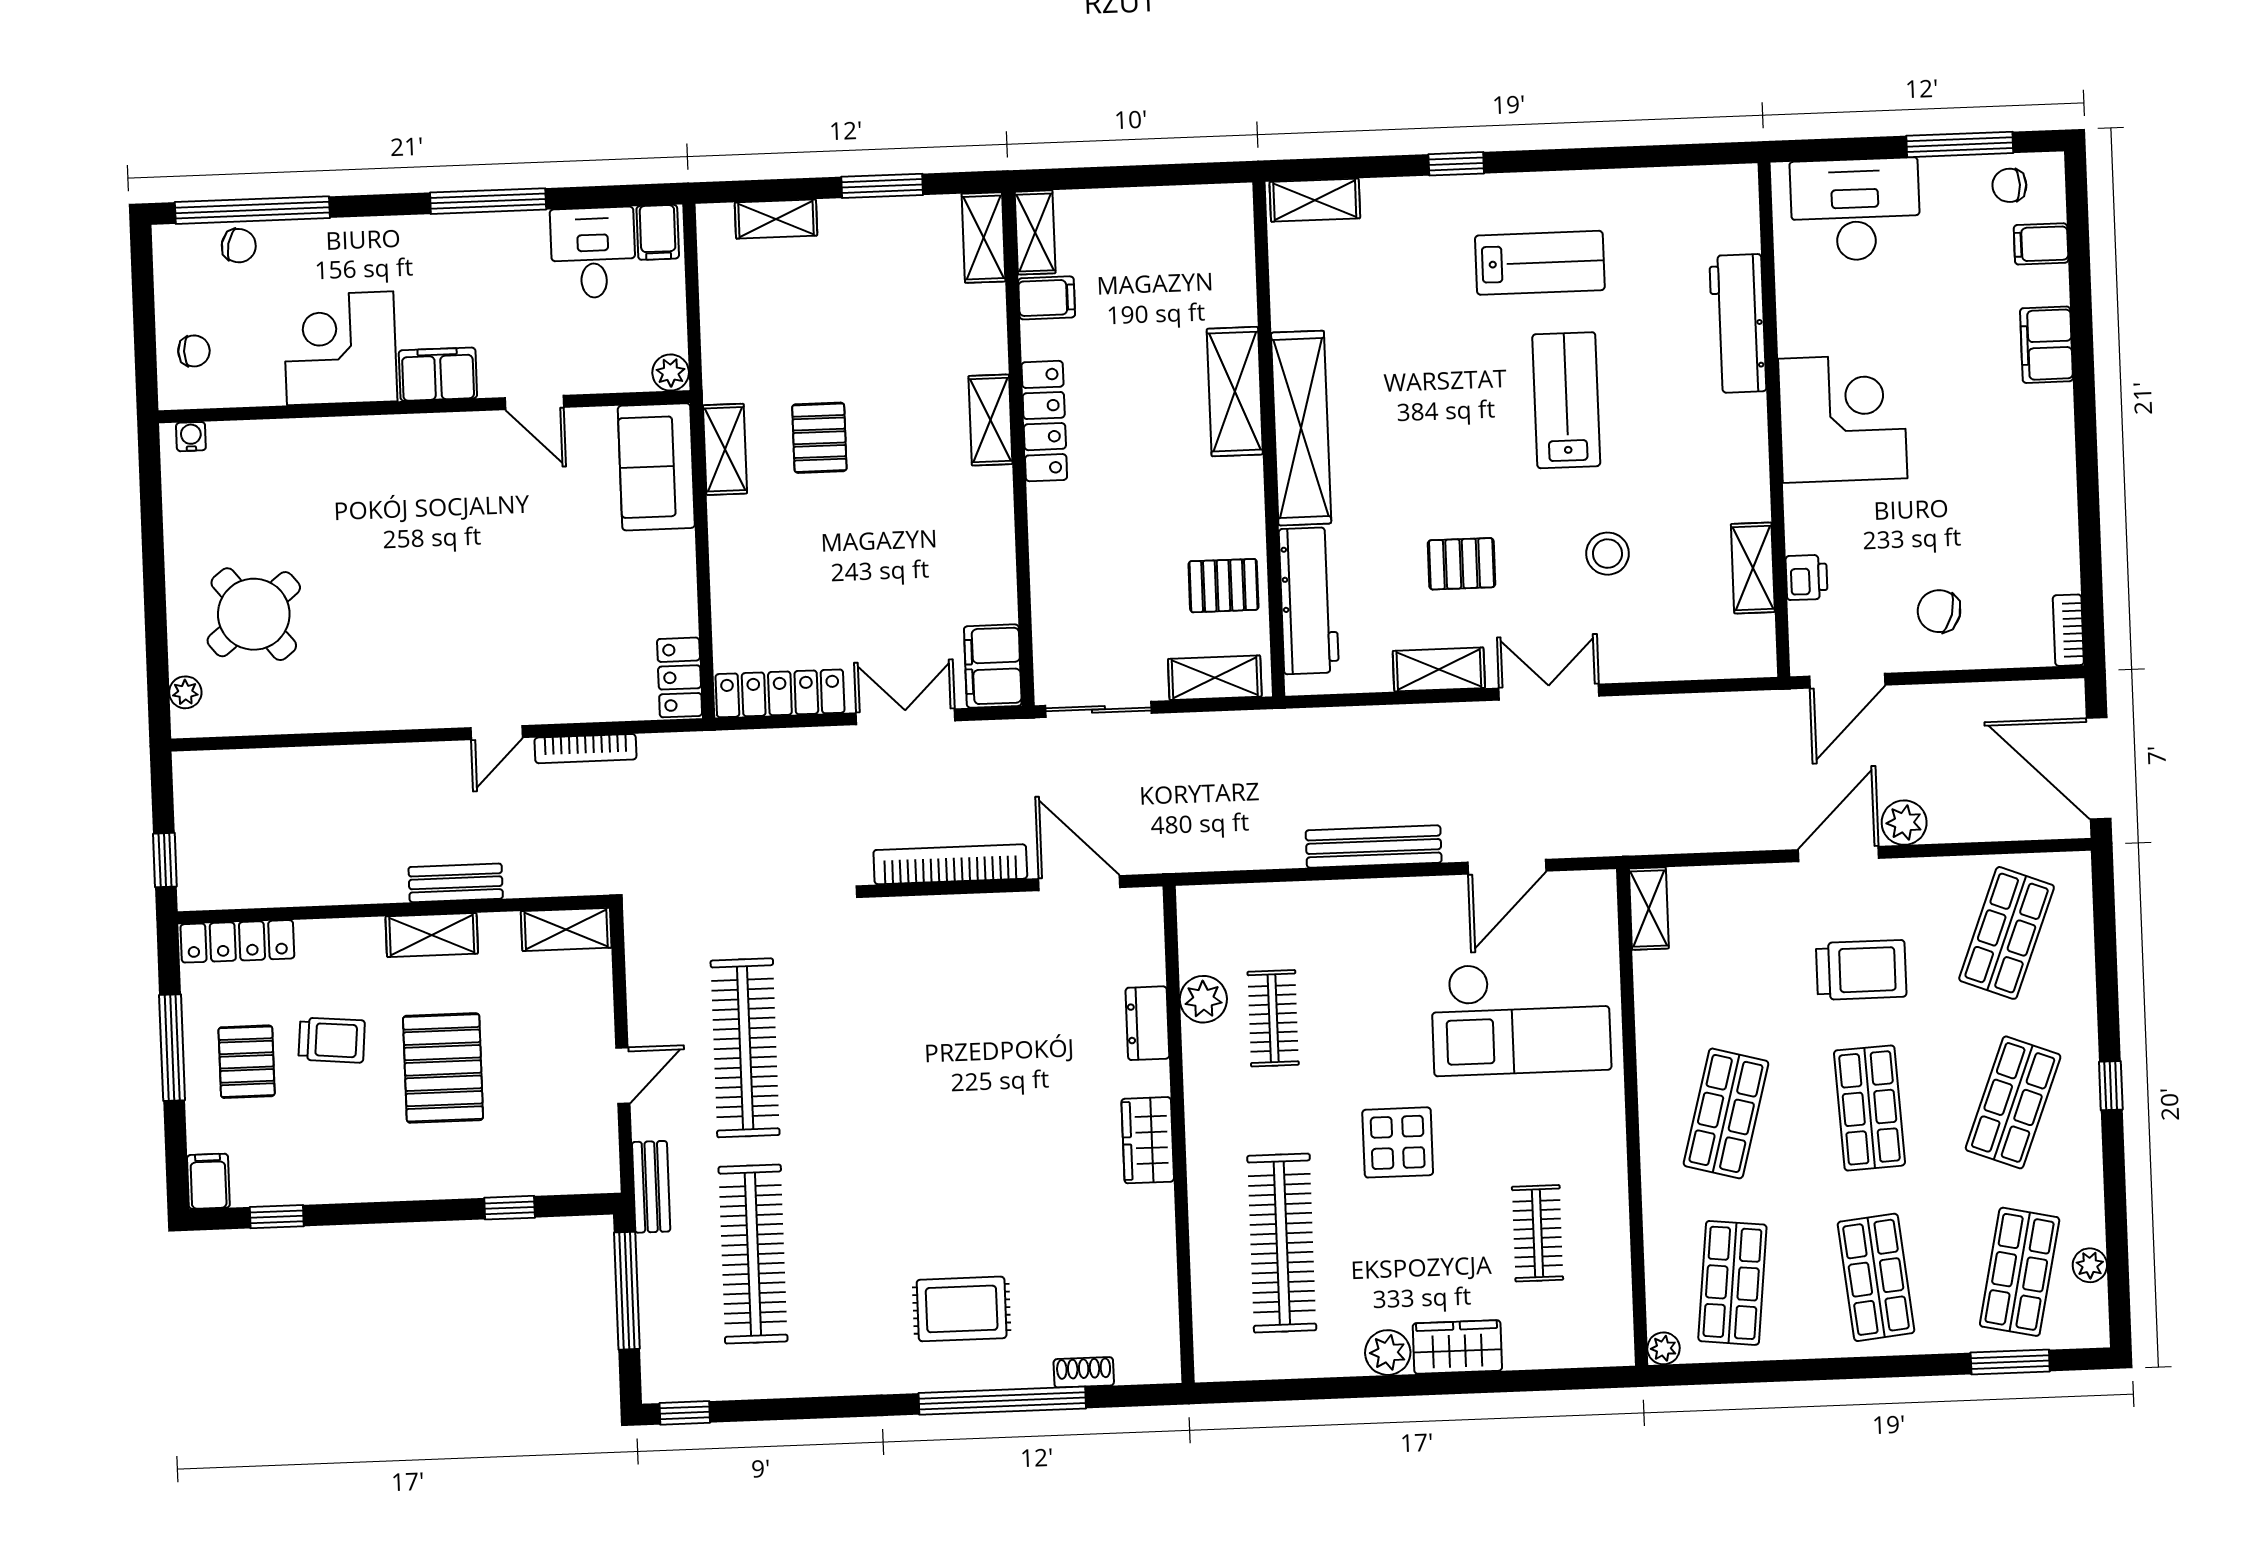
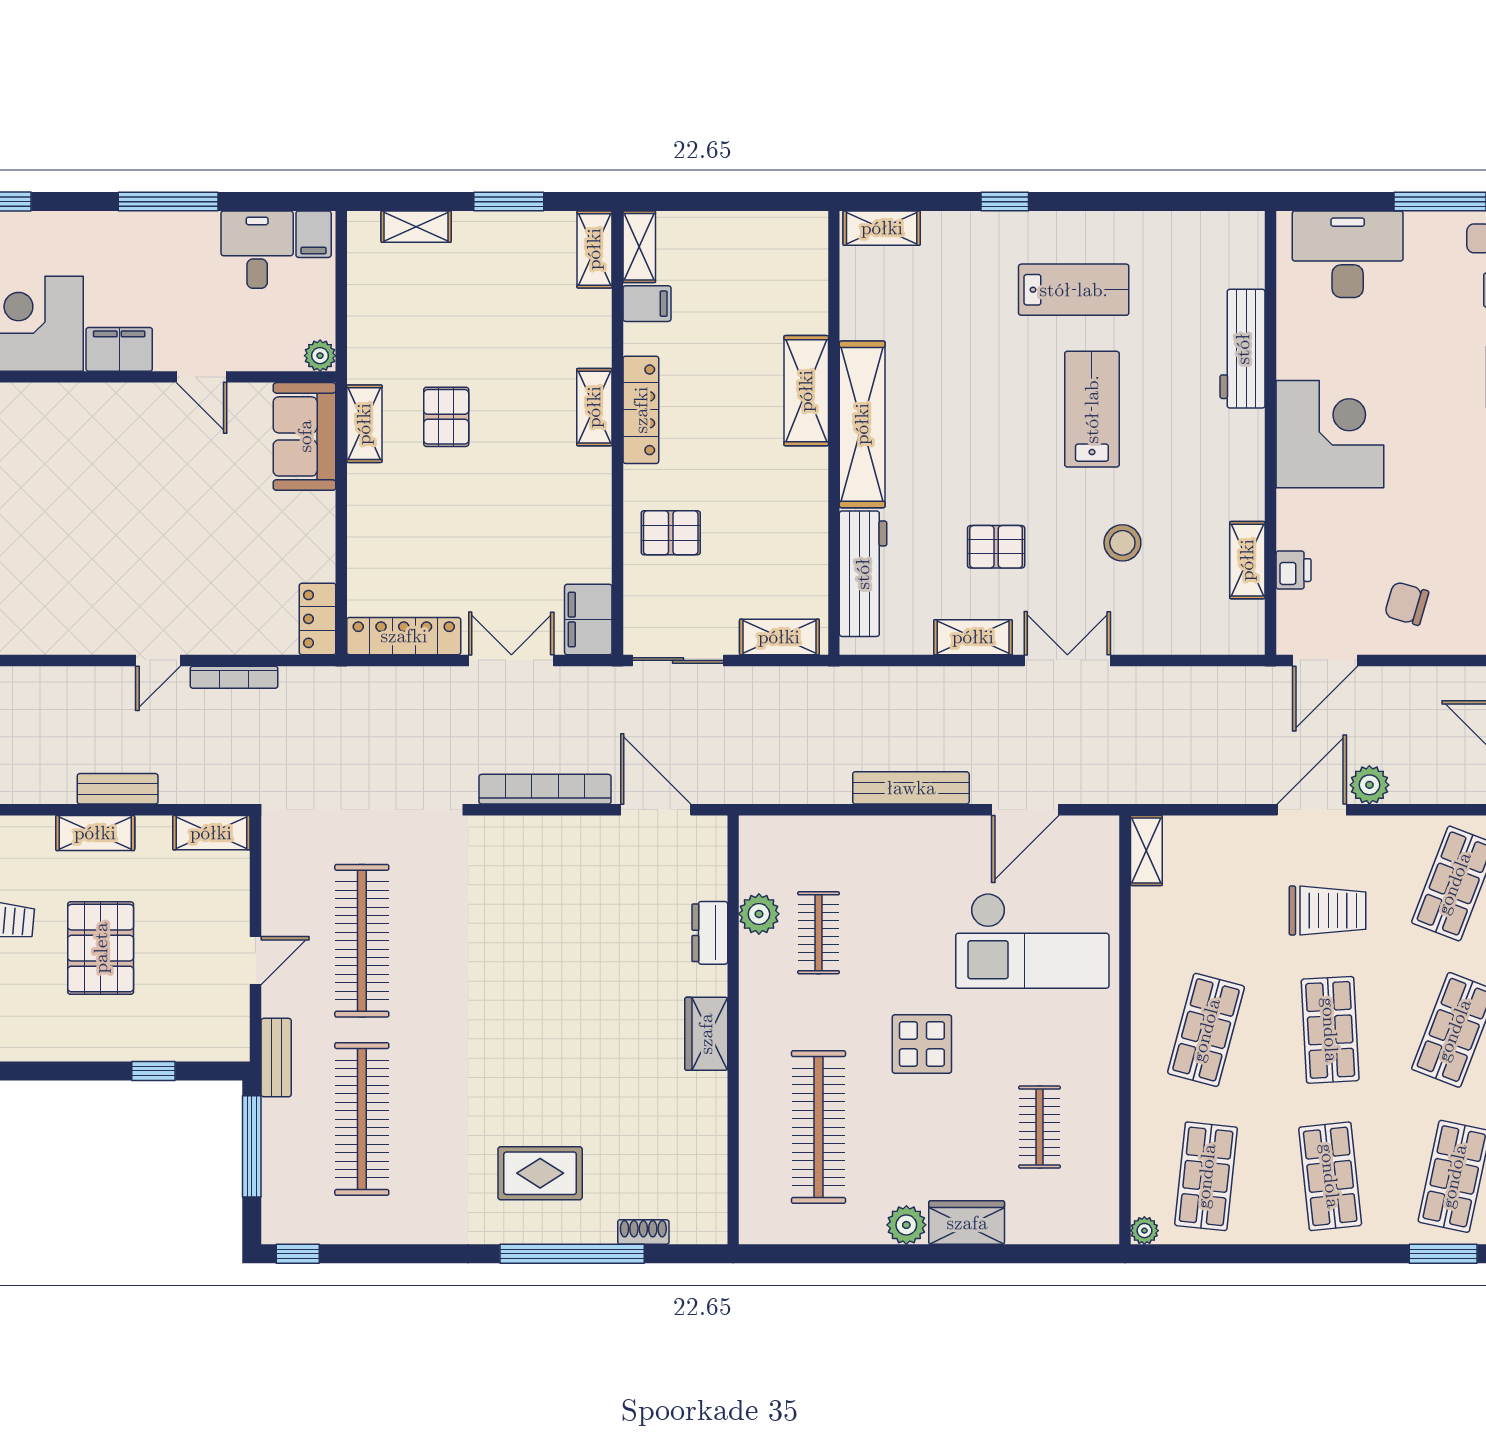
pallet: (1223, 586) -> (671, 533), moved

